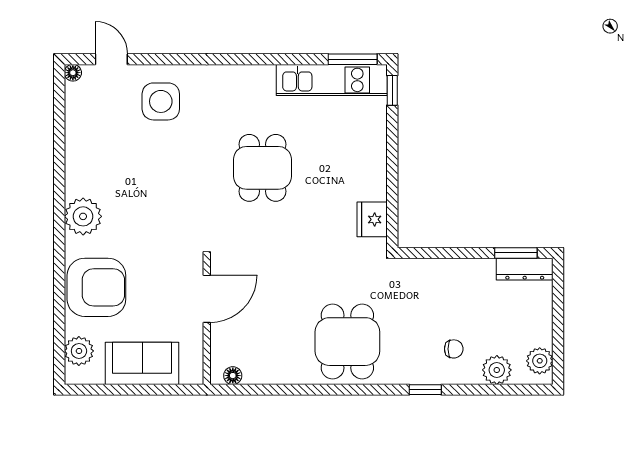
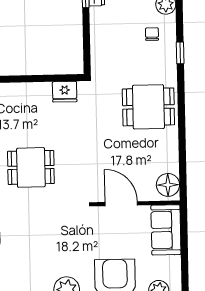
sofa: (142, 363) -> (166, 230), moved
floor lamp: (233, 376) -> (168, 185), width x1.89, depth x1.89

